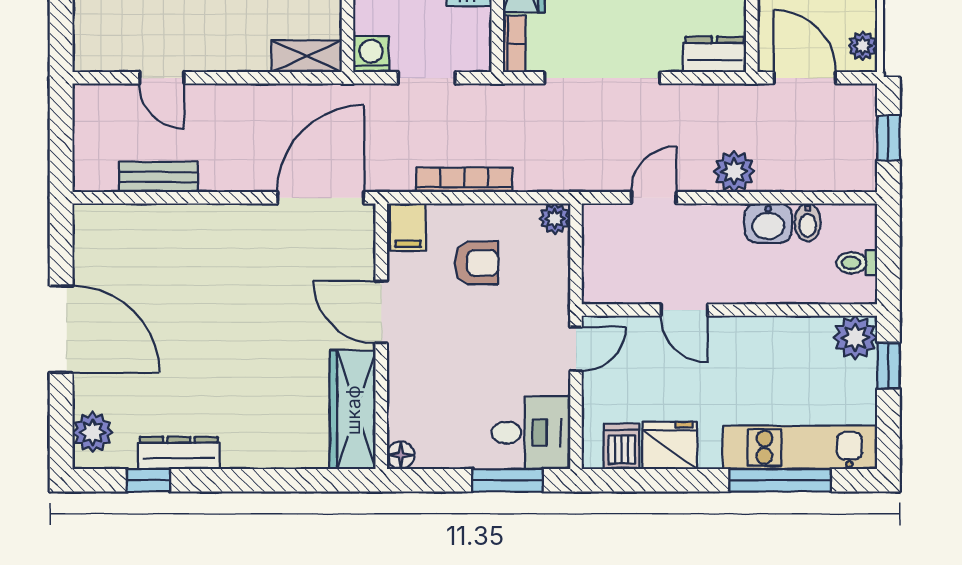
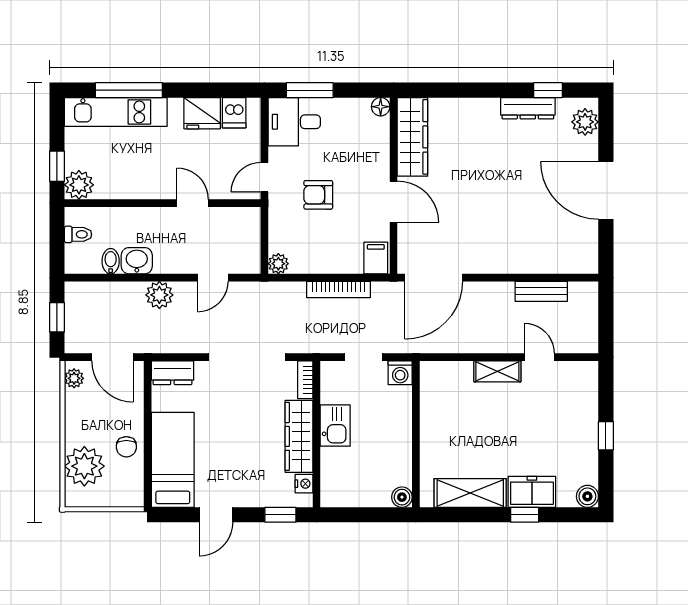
shelving: (307, 56) -> (497, 371), moved
armchair: (477, 263) -> (318, 195), moved

